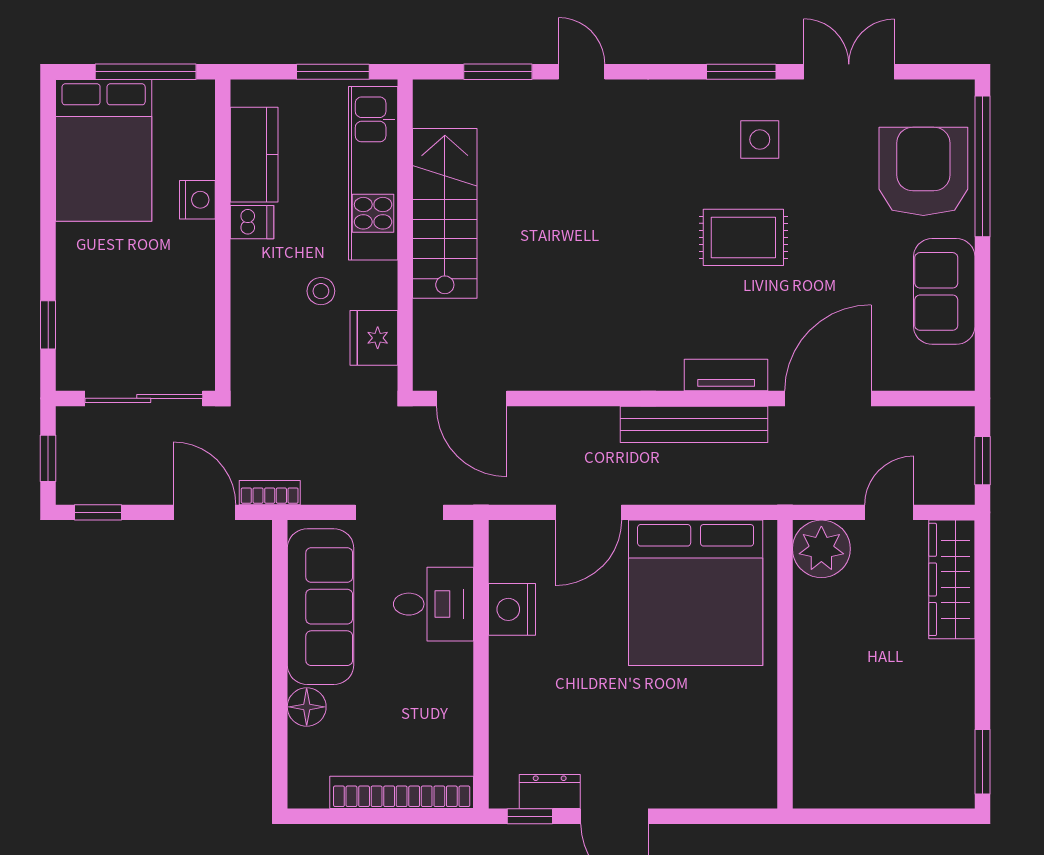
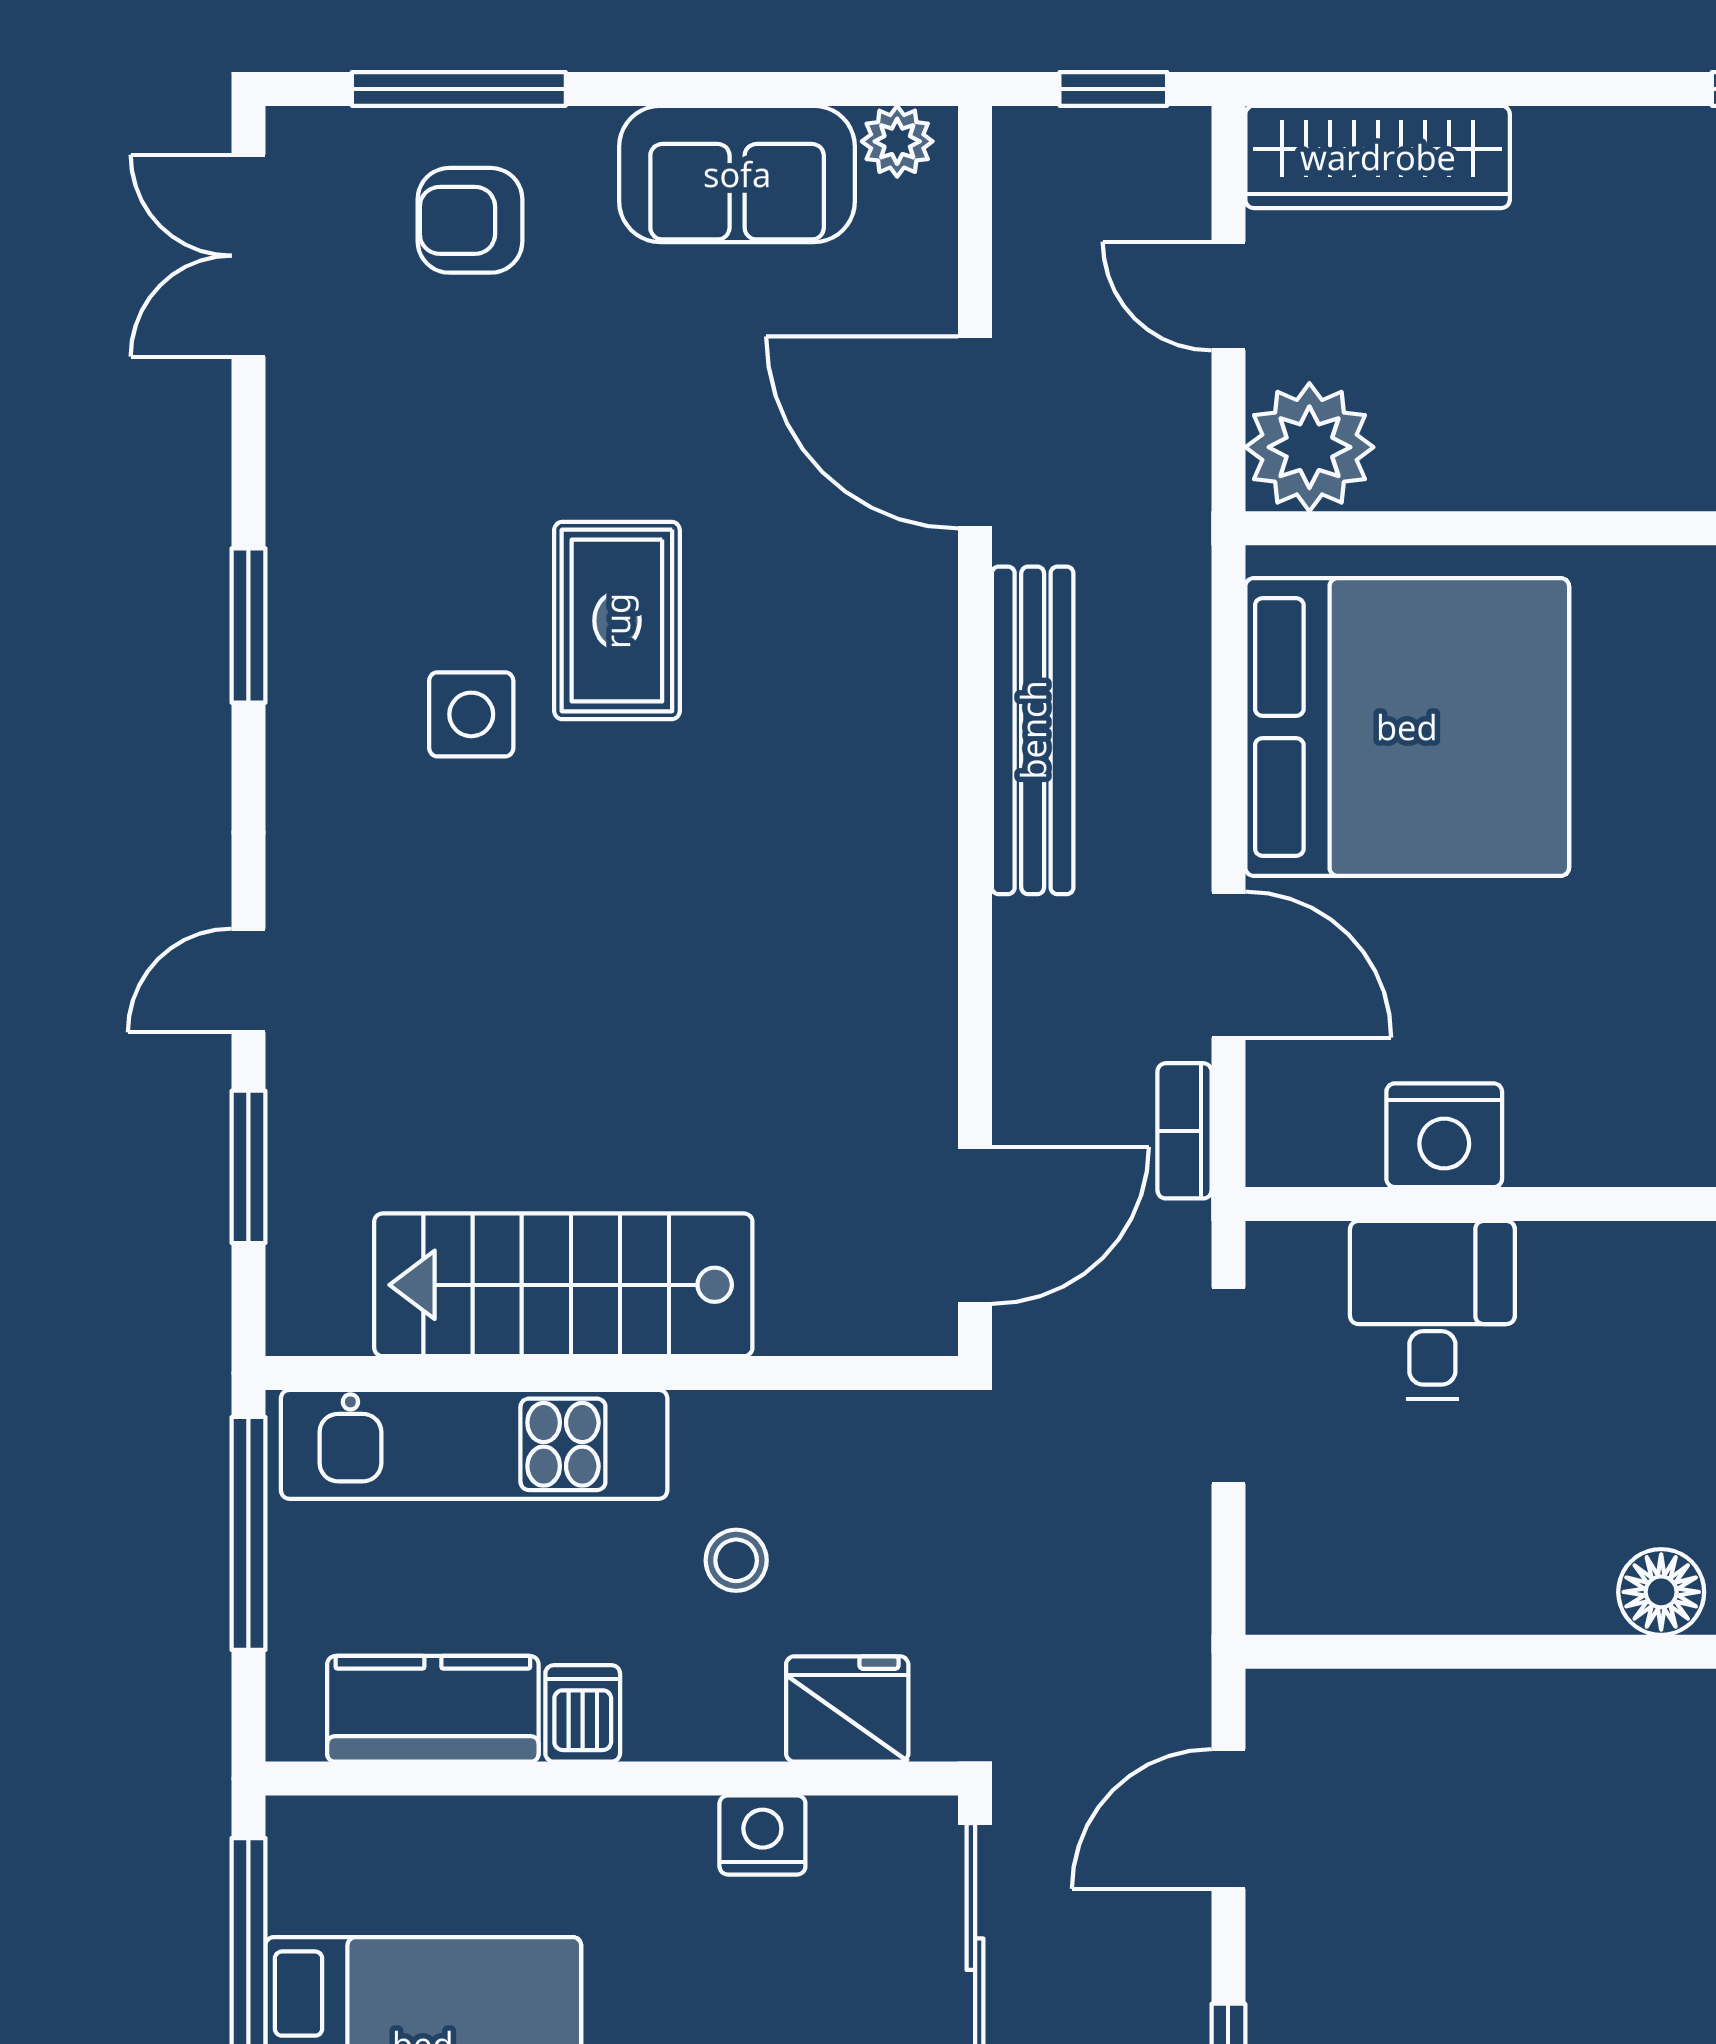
window: (333, 72) -> (248, 1533), width x1.44
double door: (849, 72) -> (248, 256), moved
side table: (760, 140) -> (471, 714), moved
window: (982, 166) -> (459, 89), width x0.68
armchair: (923, 171) -> (470, 220), width x0.53, depth x0.53
nightstand: (197, 200) -> (762, 1835), moved
fridge: (374, 338) -> (847, 1709), moved, turned 180
plant: (959, 363) -> (897, 141), added
tv unit: (726, 375) -> (923, 659), removed
bookcase: (270, 493) -> (1184, 1131), moved
sofa: (321, 607) -> (1438, 1561), removed

